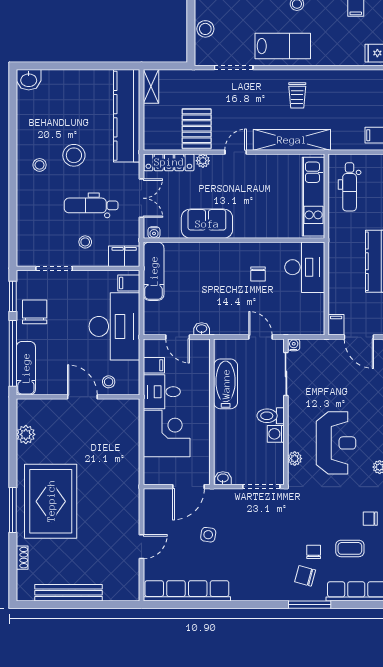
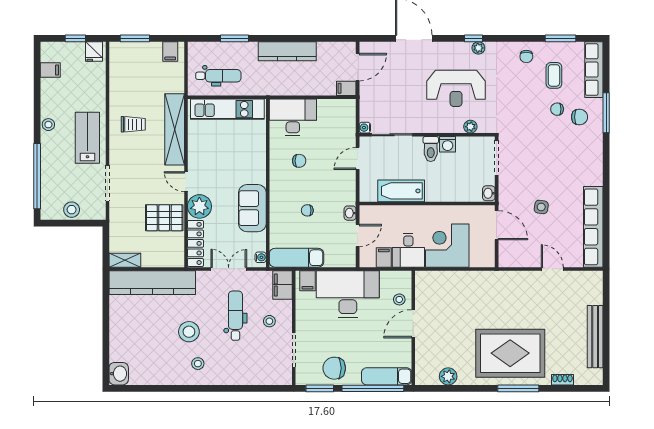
plant: (203, 161) -> (199, 206), width x1.88, depth x1.88
dental chair: (91, 205) -> (235, 316), turned 180
chair: (205, 283) -> (307, 210), added
reception desk: (336, 443) -> (456, 88), turned 180
chair: (305, 576) -> (579, 117), turned -105

